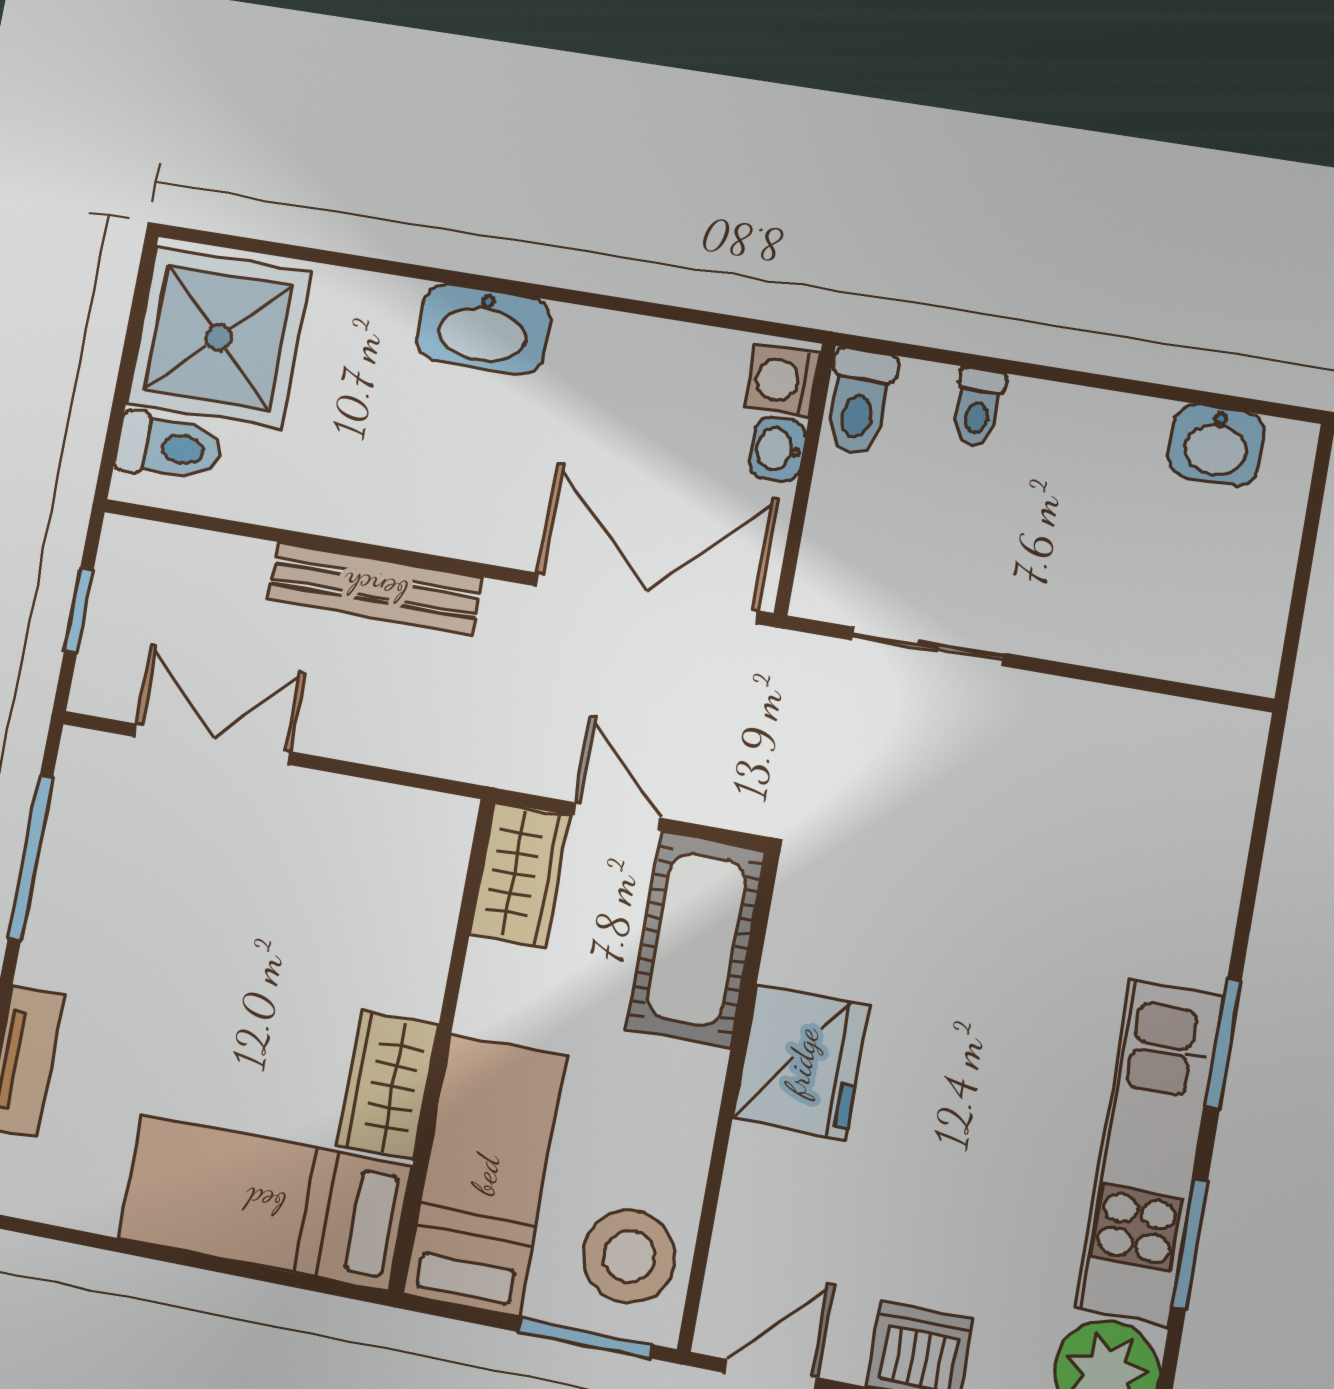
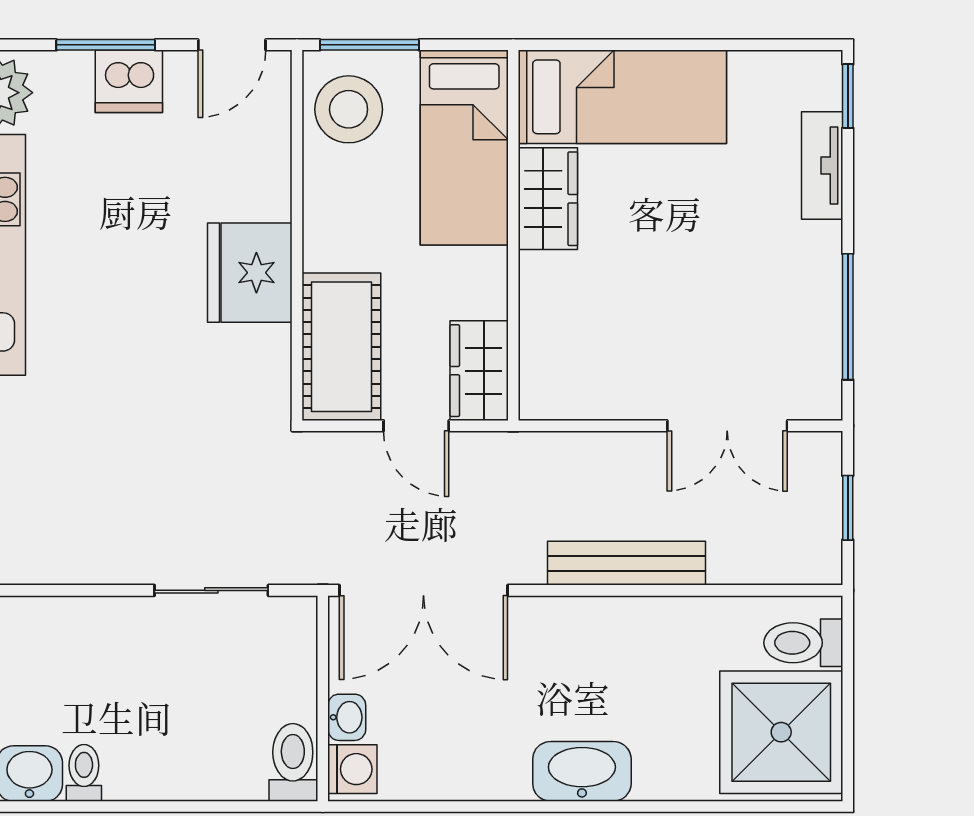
toilet: (978, 407) -> (84, 773), moved

